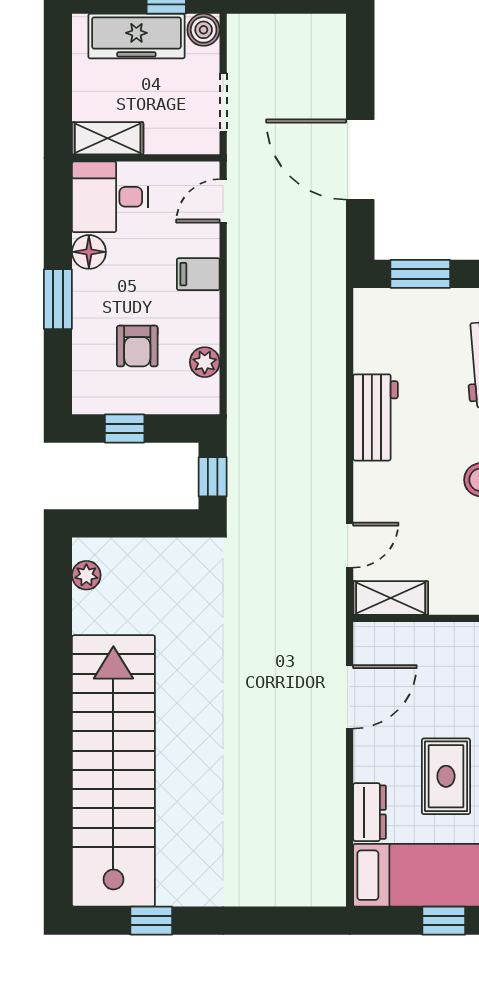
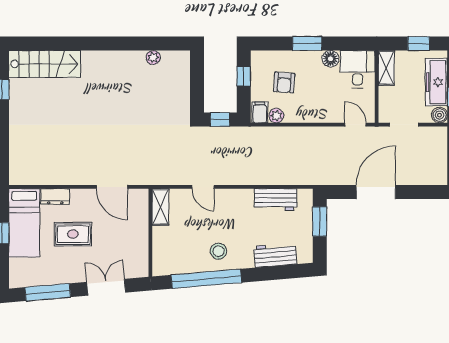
window: (58, 72) -> (419, 44), added
filing cabinet: (198, 274) -> (260, 112), moved
armchair: (137, 346) -> (284, 83), turned -86
workbench: (376, 417) -> (276, 200), moved
door: (350, 545) -> (203, 187), moved
plant: (86, 575) -> (153, 57), moved
stairs: (113, 771) -> (45, 64), width x0.54, depth x0.66

